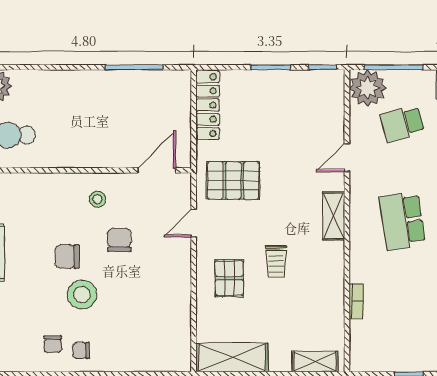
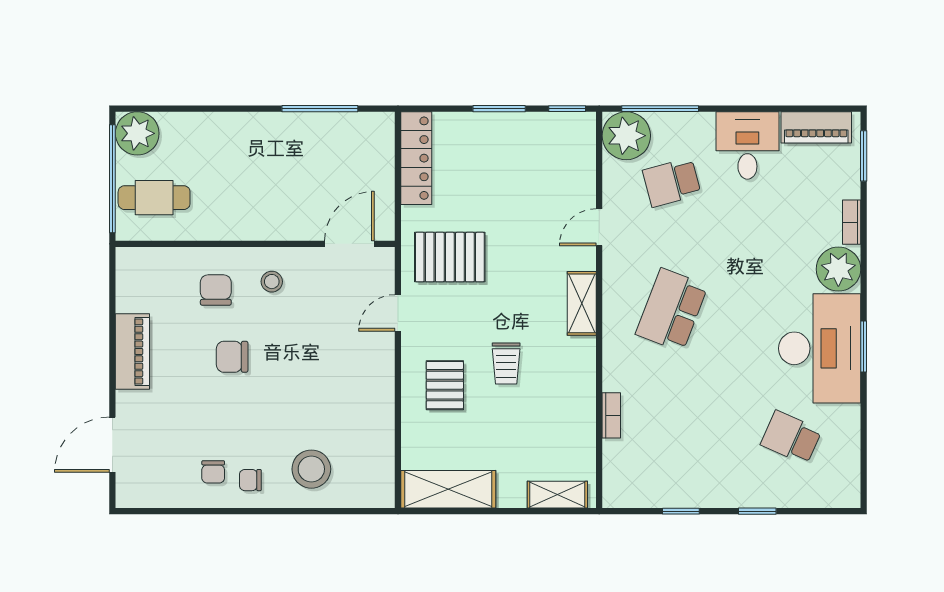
school desk: (402, 221) -> (672, 310), turned 30
chair: (119, 240) -> (216, 290), moved
stool: (82, 295) -> (311, 469), moved

